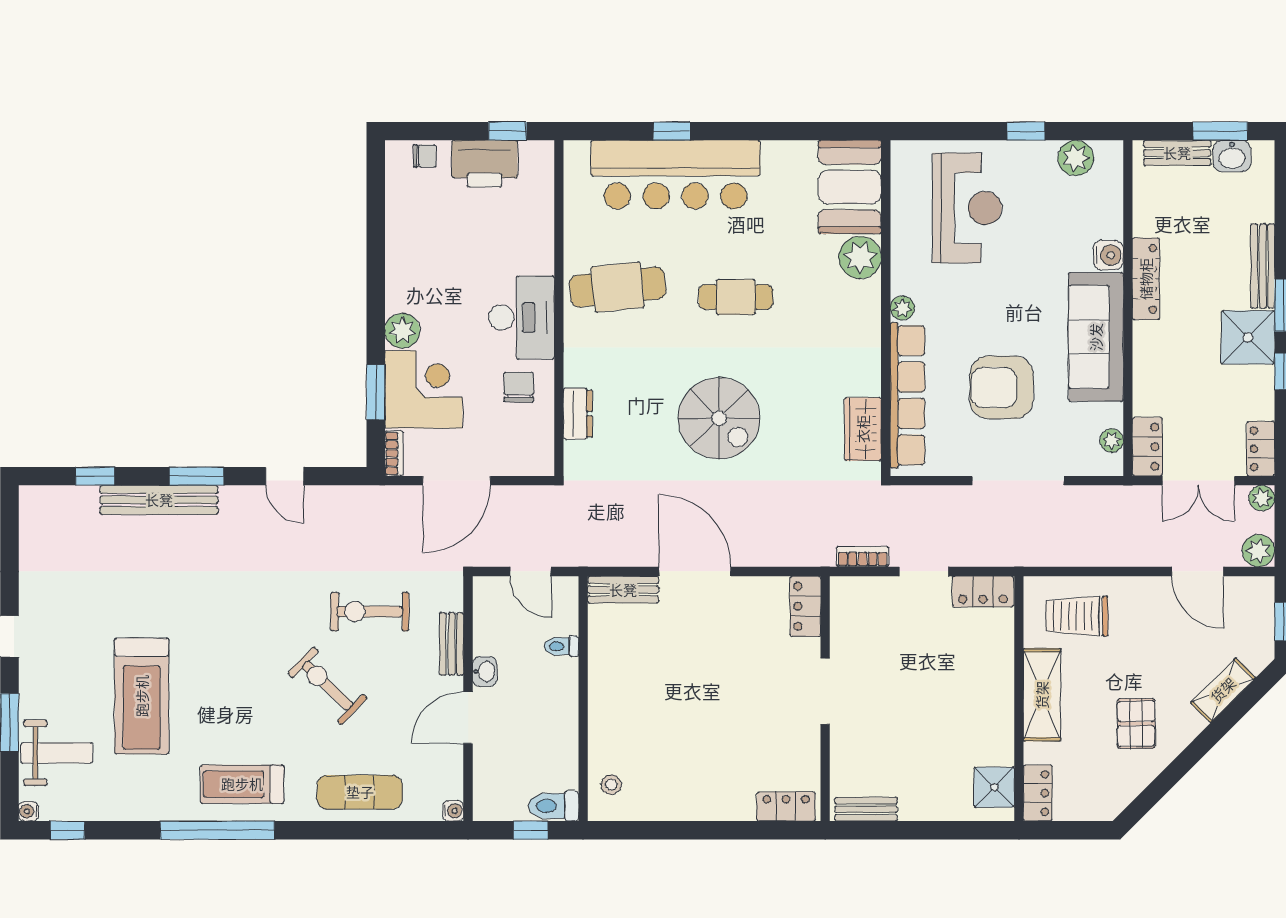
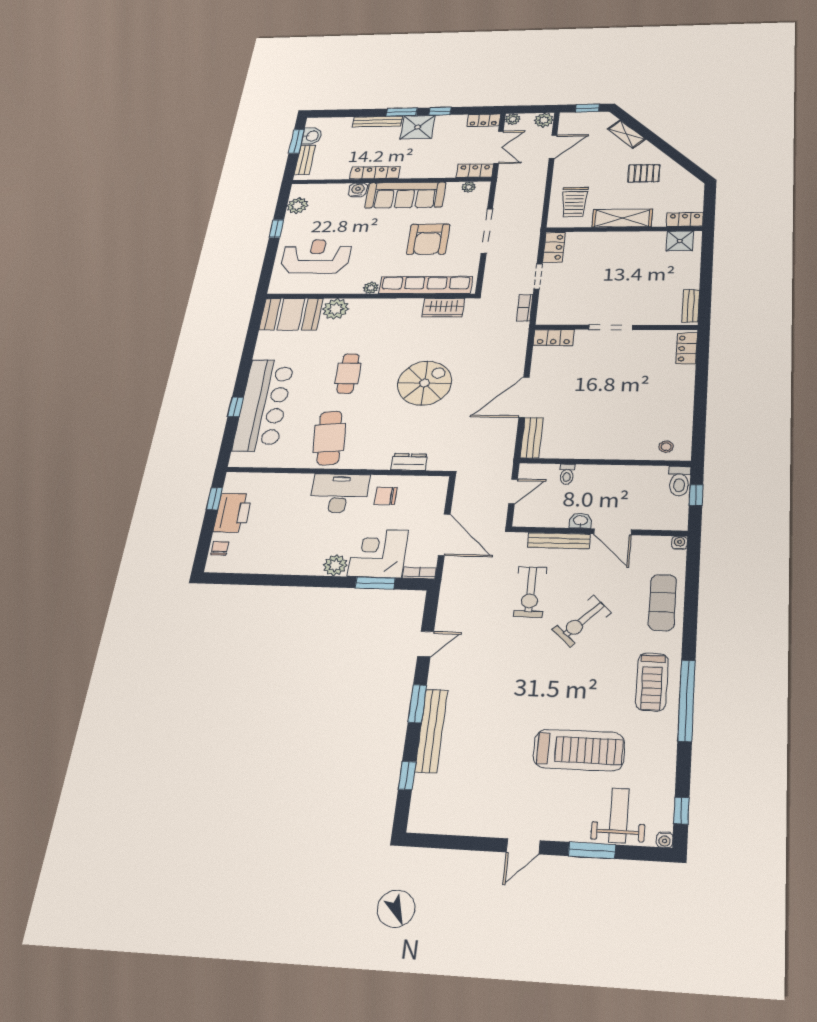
bench: (452, 644) -> (559, 541), width x1.36

